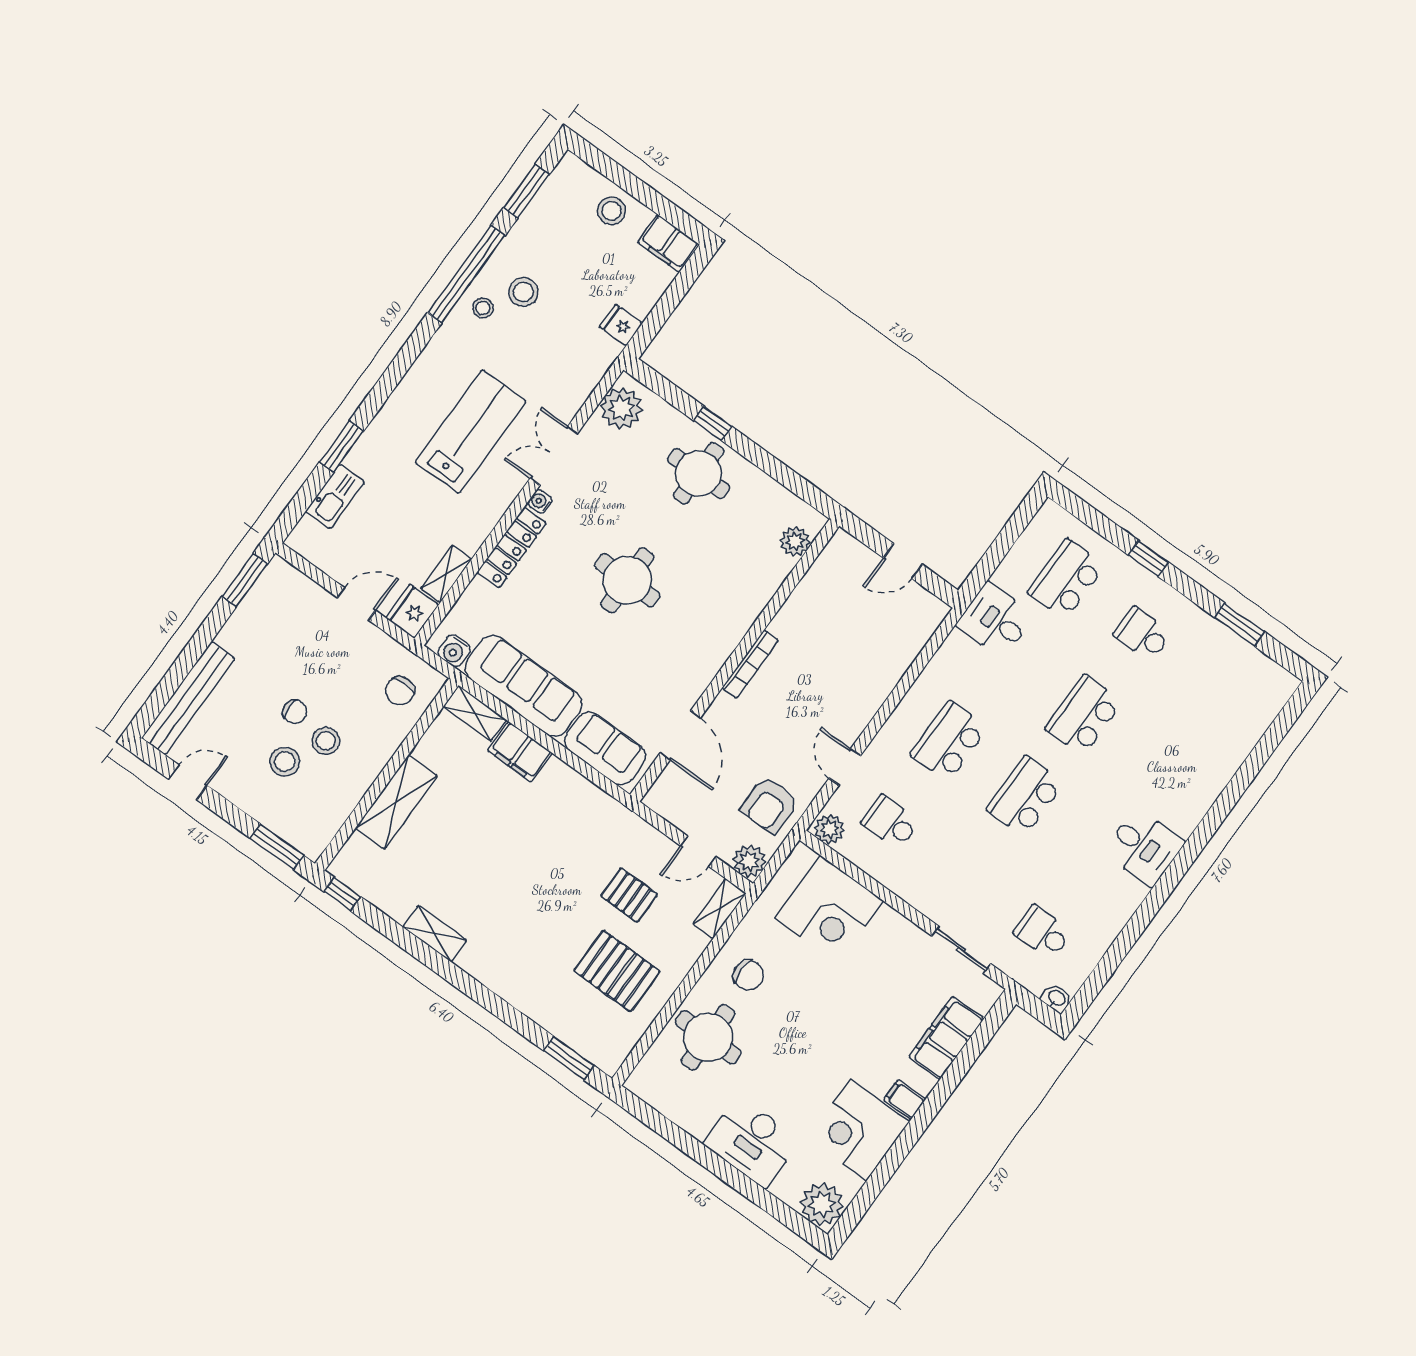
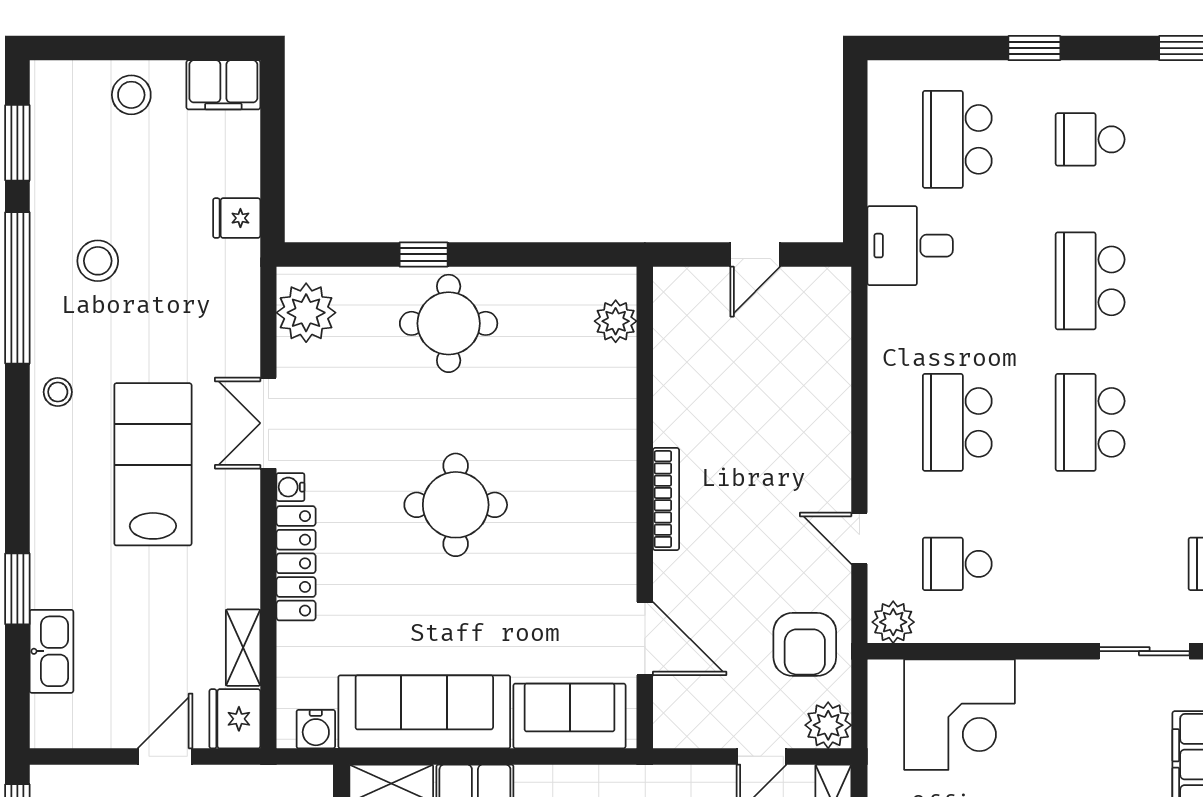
stool: (483, 308) -> (58, 392), moved

